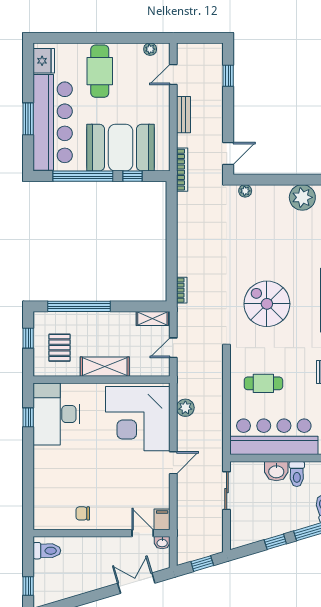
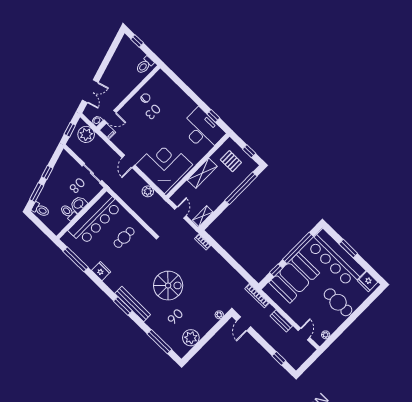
spiral stairs: (267, 304) -> (168, 286), moved
plant: (189, 540) -> (86, 134), added

